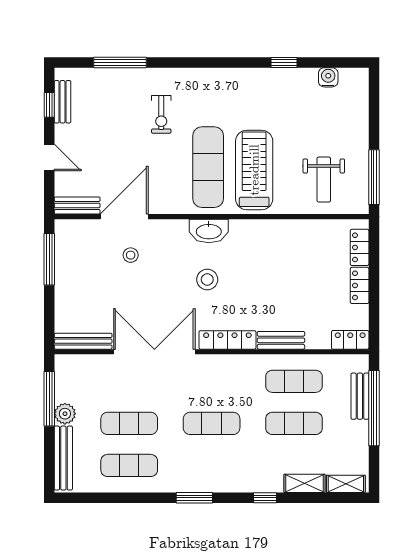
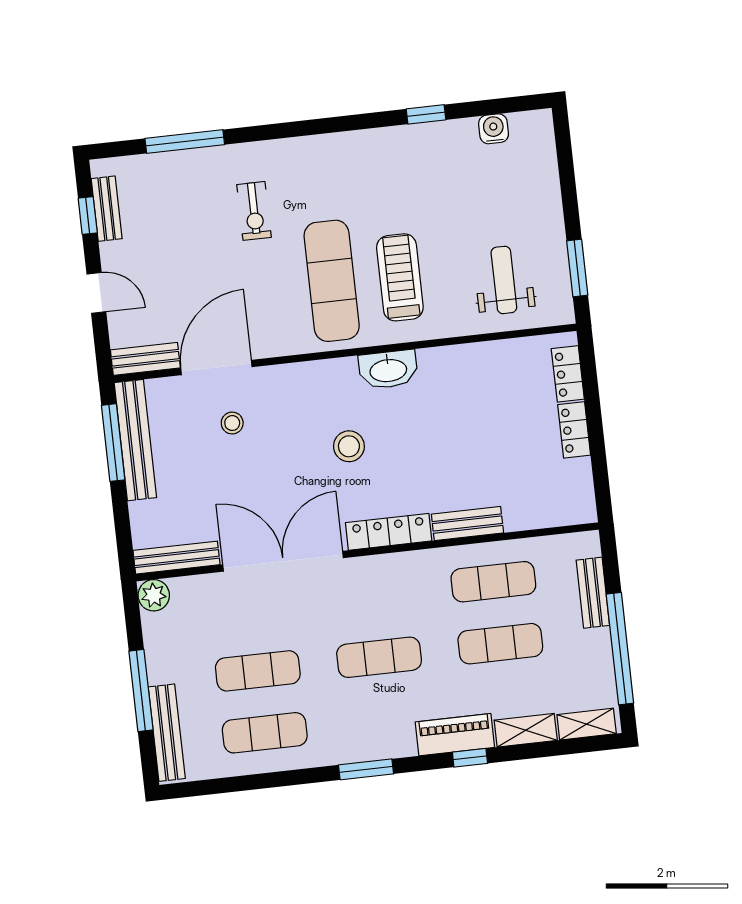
treadmill: (254, 170) -> (400, 277), width x0.73, depth x0.73
window: (374, 177) -> (577, 268), width x0.69
weight bench: (324, 180) -> (504, 280), turned 180
washbasin: (209, 231) -> (388, 370), moved
bench: (64, 259) -> (135, 440), added
locker: (350, 340) -> (569, 512), removed
window: (49, 399) -> (141, 690), moved
window: (374, 408) -> (620, 649), moved
plant: (65, 414) -> (154, 595), moved
piano: (257, 481) -> (455, 735), added

